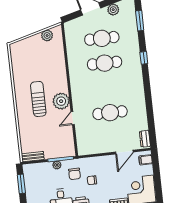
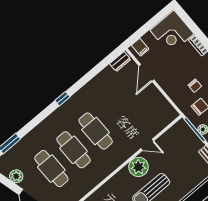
window: (144, 58) -> (62, 99), moved
cafe table: (110, 113) -> (96, 131), moved
door: (124, 152) -> (146, 73), swing flipped

